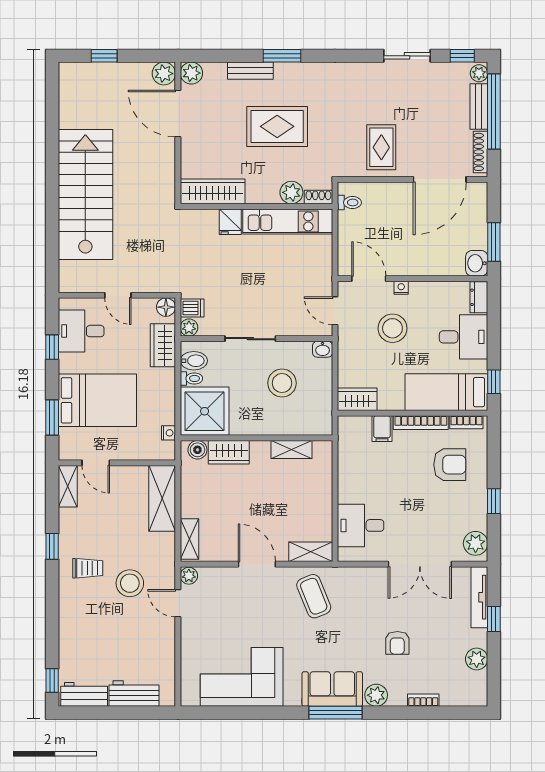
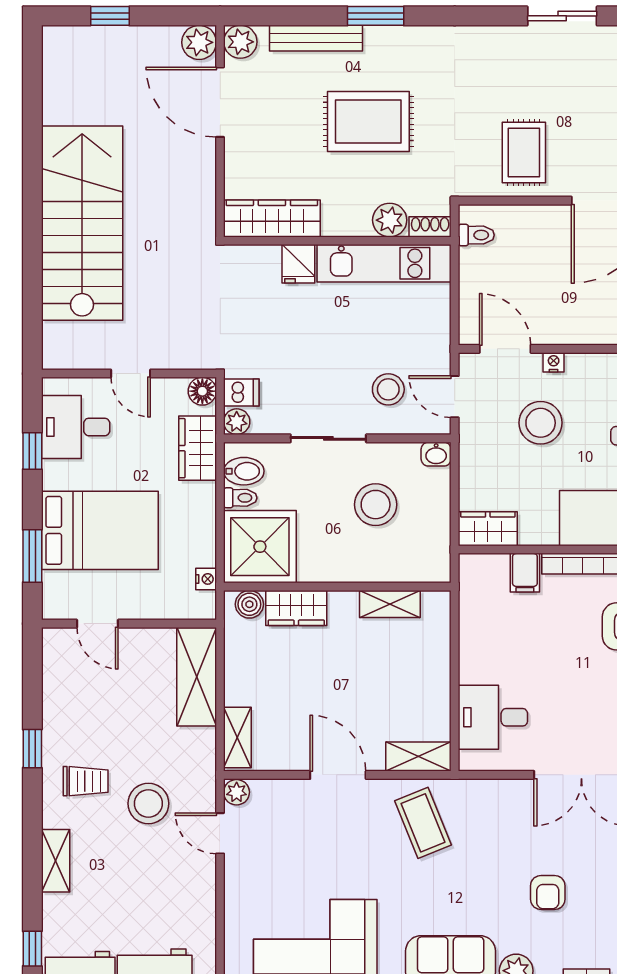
bench: (250, 71) -> (316, 38), width x1.36
stool: (290, 306) -> (388, 389), added
shelving: (68, 486) -> (56, 861), moved

